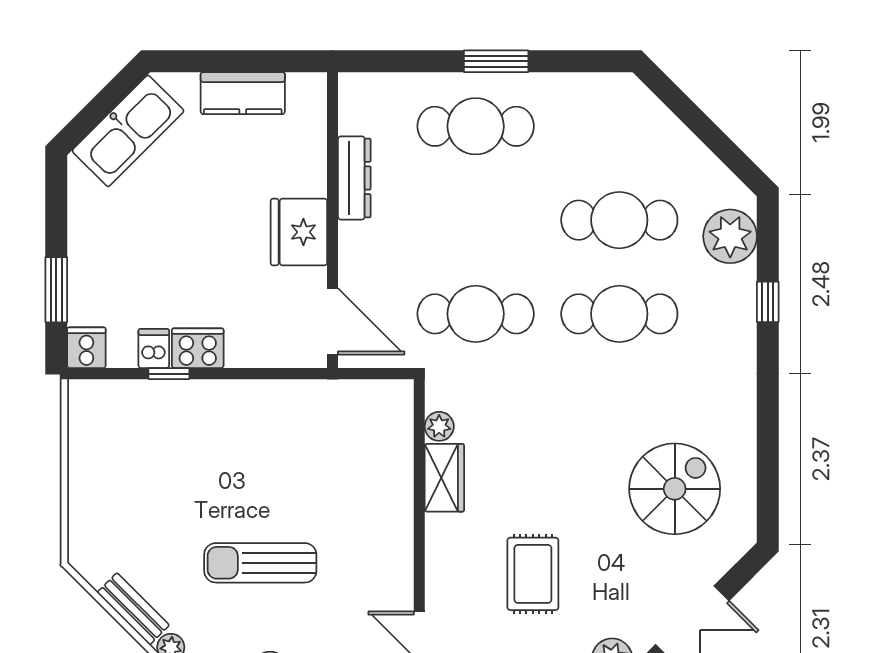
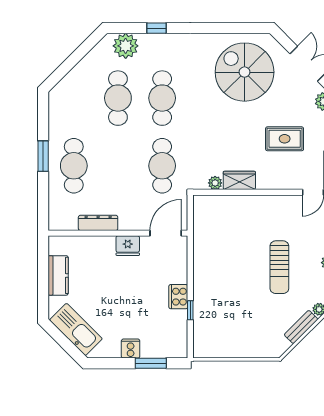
fridge: (299, 232) -> (128, 246), width x0.73, depth x0.75
cooker: (86, 348) -> (131, 349), moved, turned 90
dishwasher: (154, 348) -> (178, 317), removed
spiral stairs: (675, 489) -> (245, 72), width x1.37, depth x1.37

